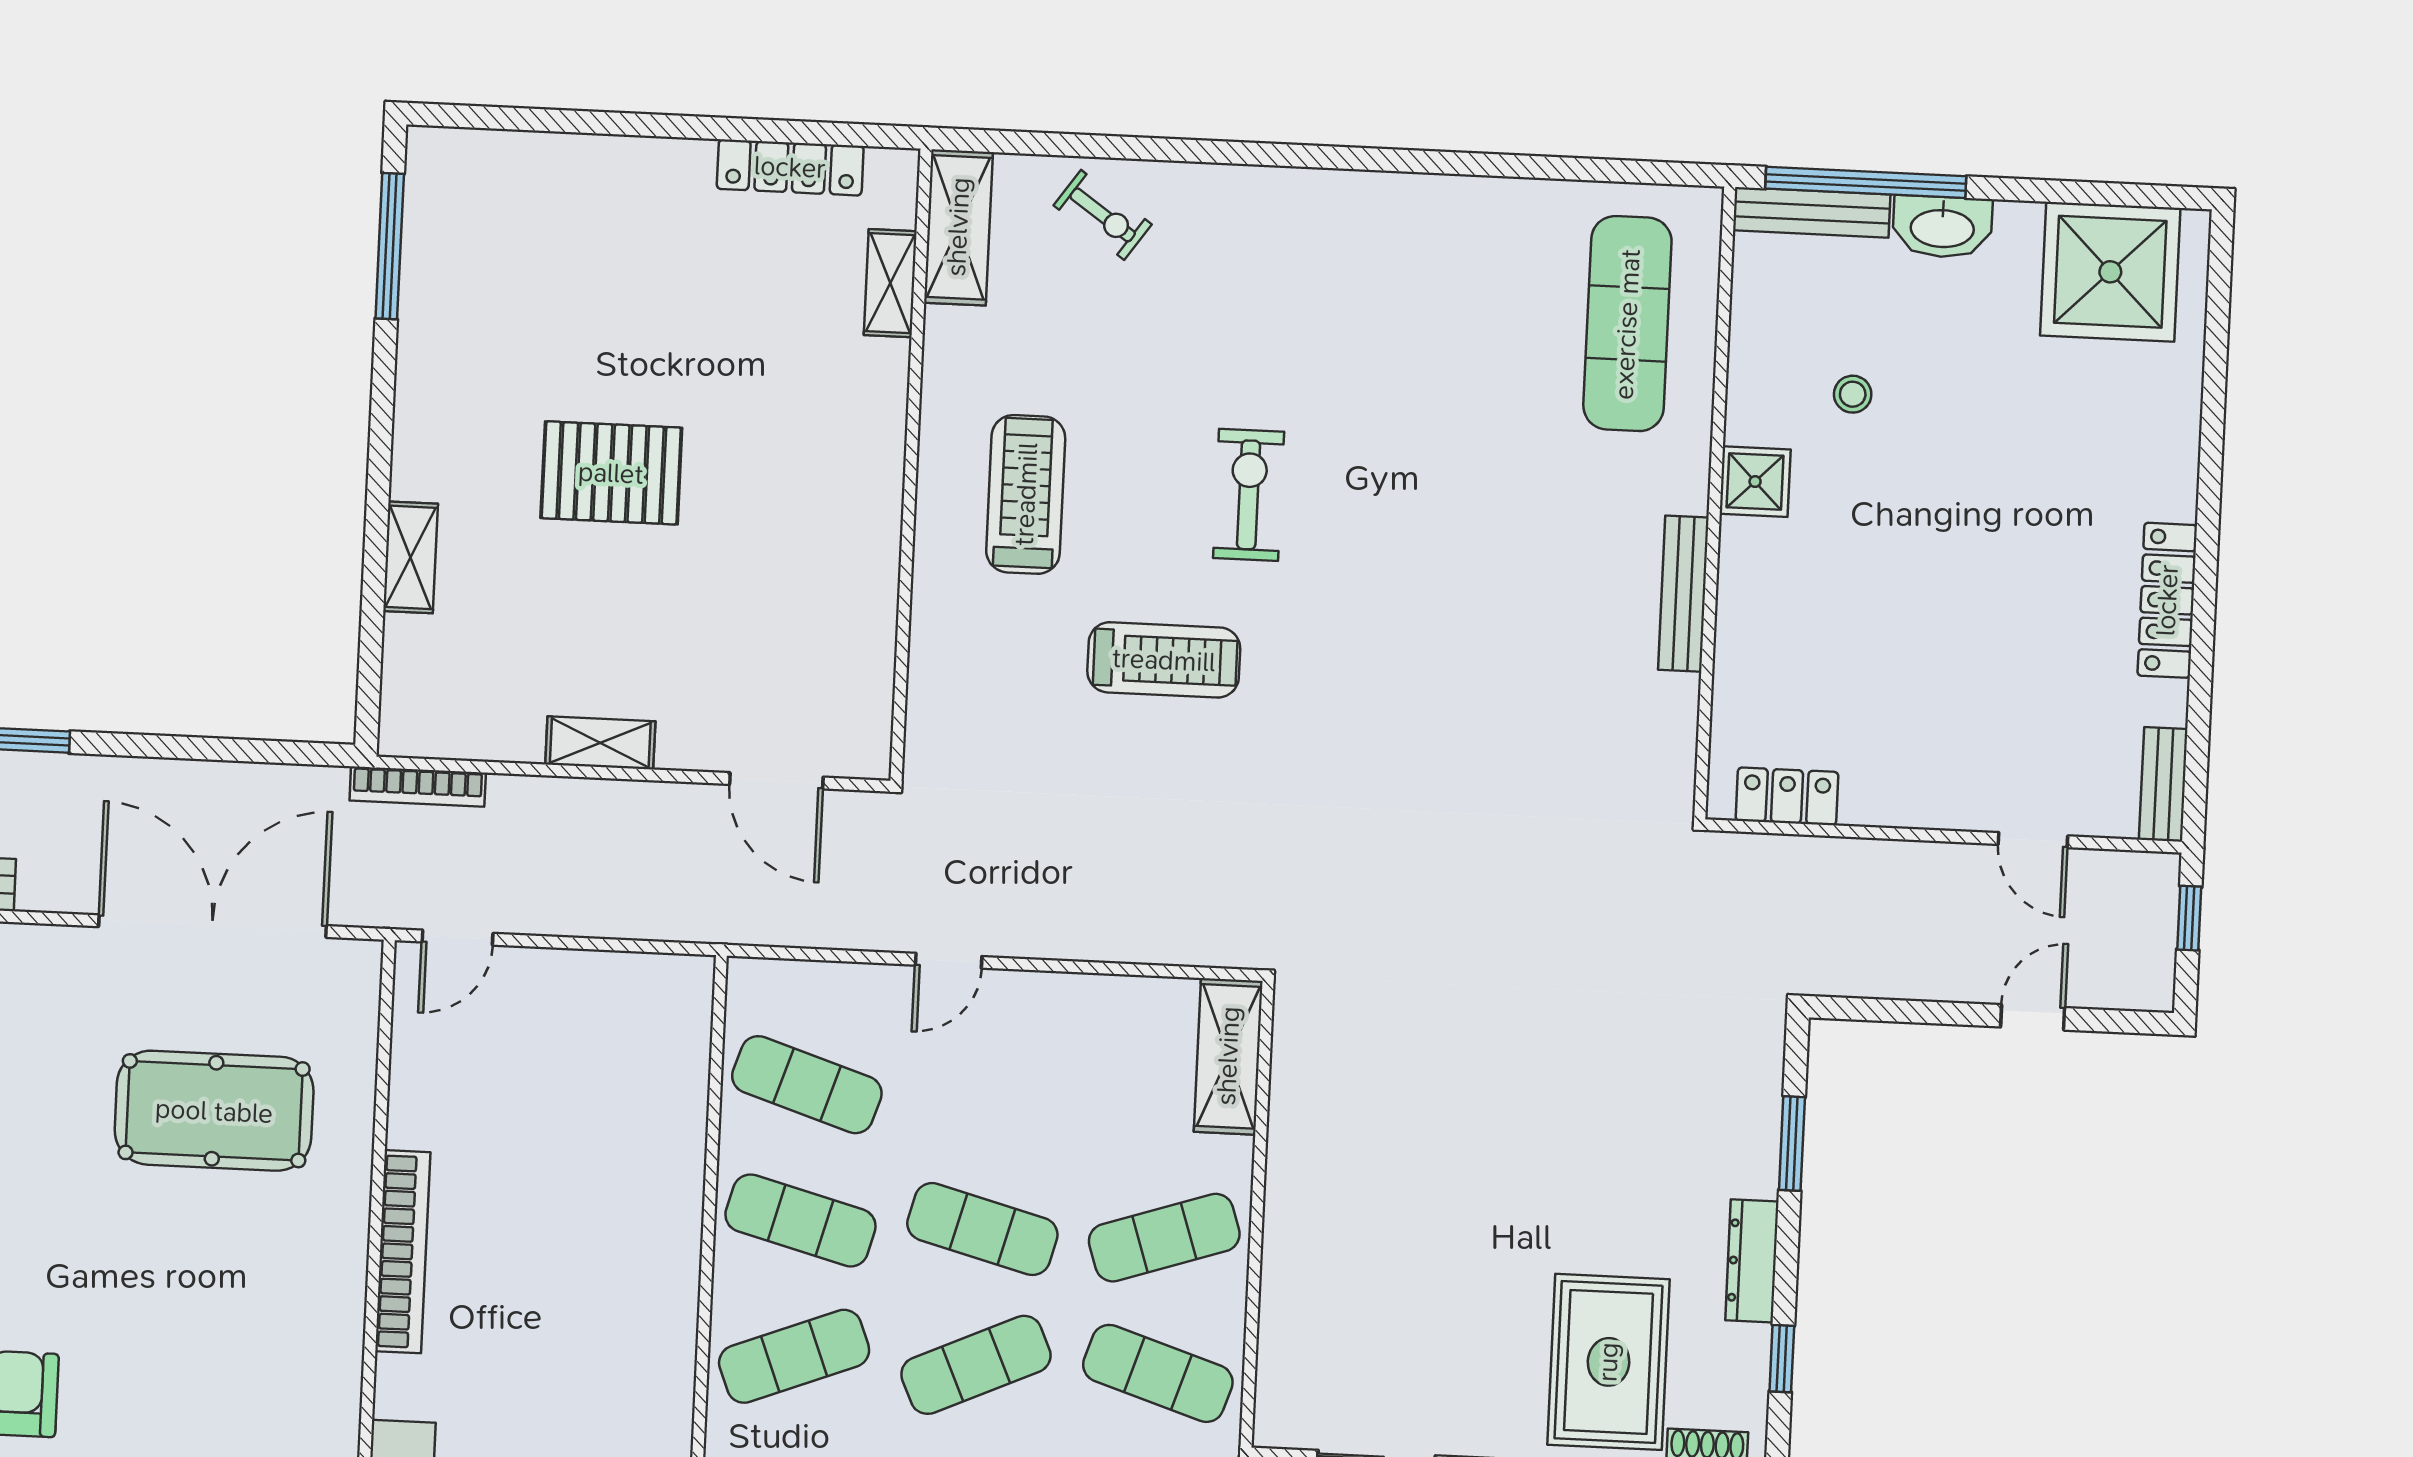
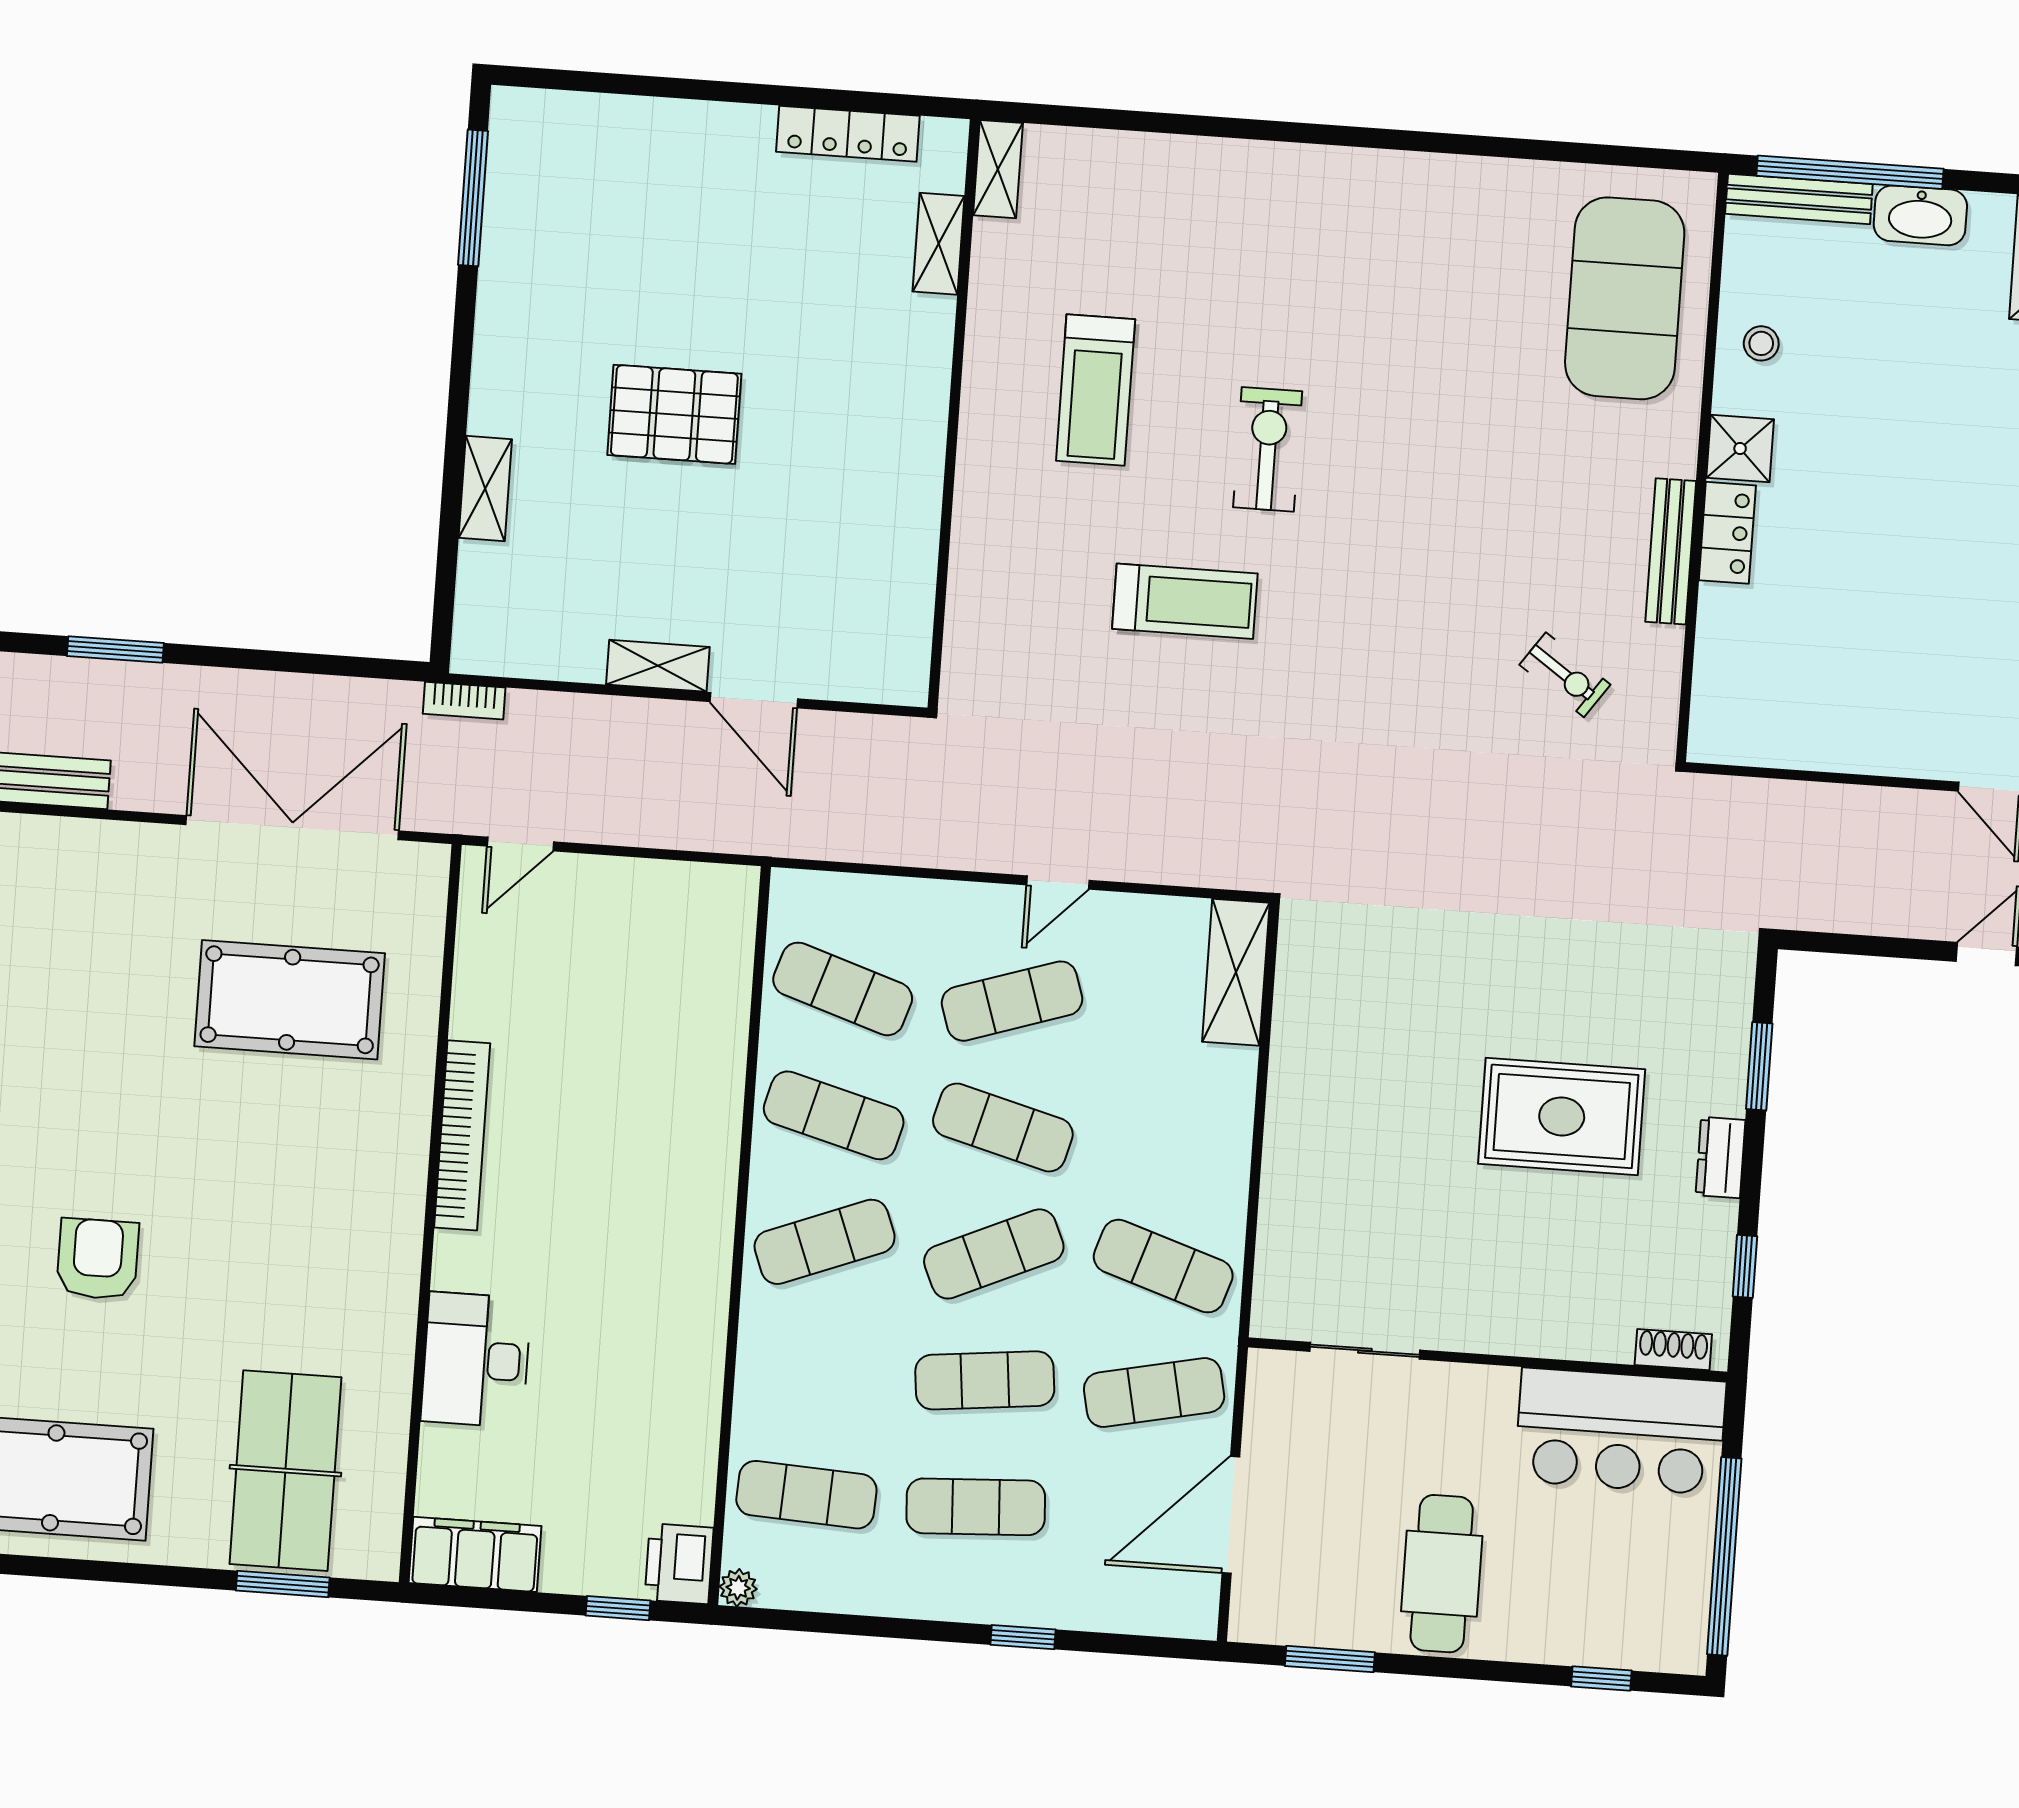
exercise bike: (1103, 215) -> (1565, 675), moved
shelving: (958, 227) -> (998, 169), width x0.67, depth x0.75
exercise mat: (1627, 324) -> (1625, 298), width x1.47
stool: (1853, 394) -> (1761, 343), moved
treadmill: (1026, 494) -> (1096, 390), moved, turned 180
door: (776, 781) -> (754, 700), moved
bookcase: (418, 787) -> (464, 701), width x0.64
locker: (1787, 796) -> (1727, 533), moved, turned 90
door: (949, 961) -> (1058, 883), moved
exercise mat: (1164, 1238) -> (1012, 1001), moved
dresser: (1752, 1261) -> (1721, 1158), width x0.70
rug: (1608, 1362) -> (1562, 1116), moved, turned 90

